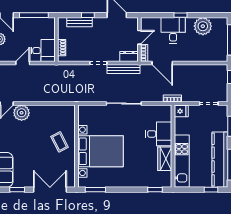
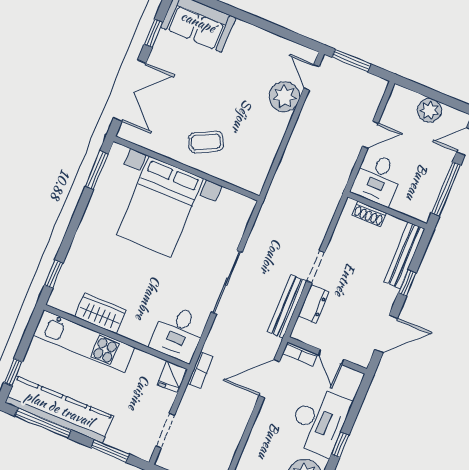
bench: (80, 22) -> (404, 255), width x1.36
desk: (173, 30) -> (319, 421), width x1.37
dresser: (129, 57) -> (313, 304), moved
door: (23, 63) -> (370, 135), hinge flipped
desk: (159, 134) -> (178, 333), moved

